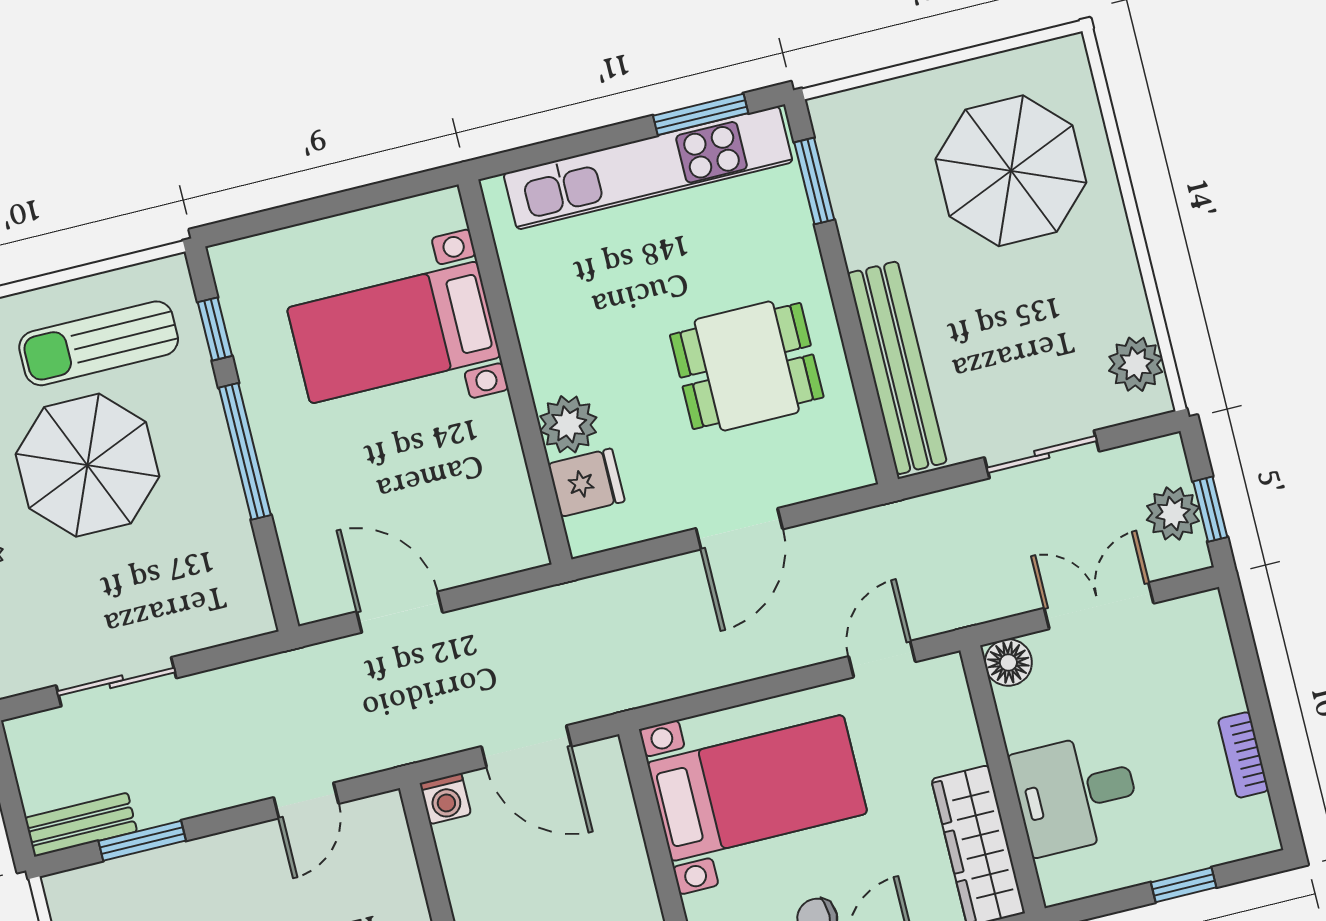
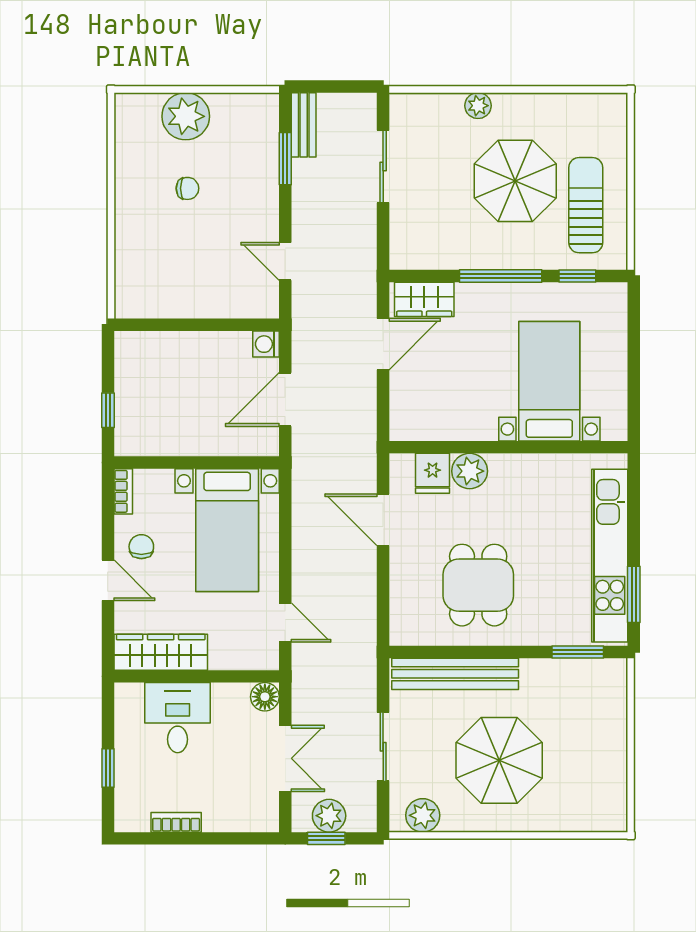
parasol: (1011, 171) -> (499, 760), moved
door: (739, 529) -> (383, 520), moved
wardrobe: (312, 564) -> (424, 299), added

